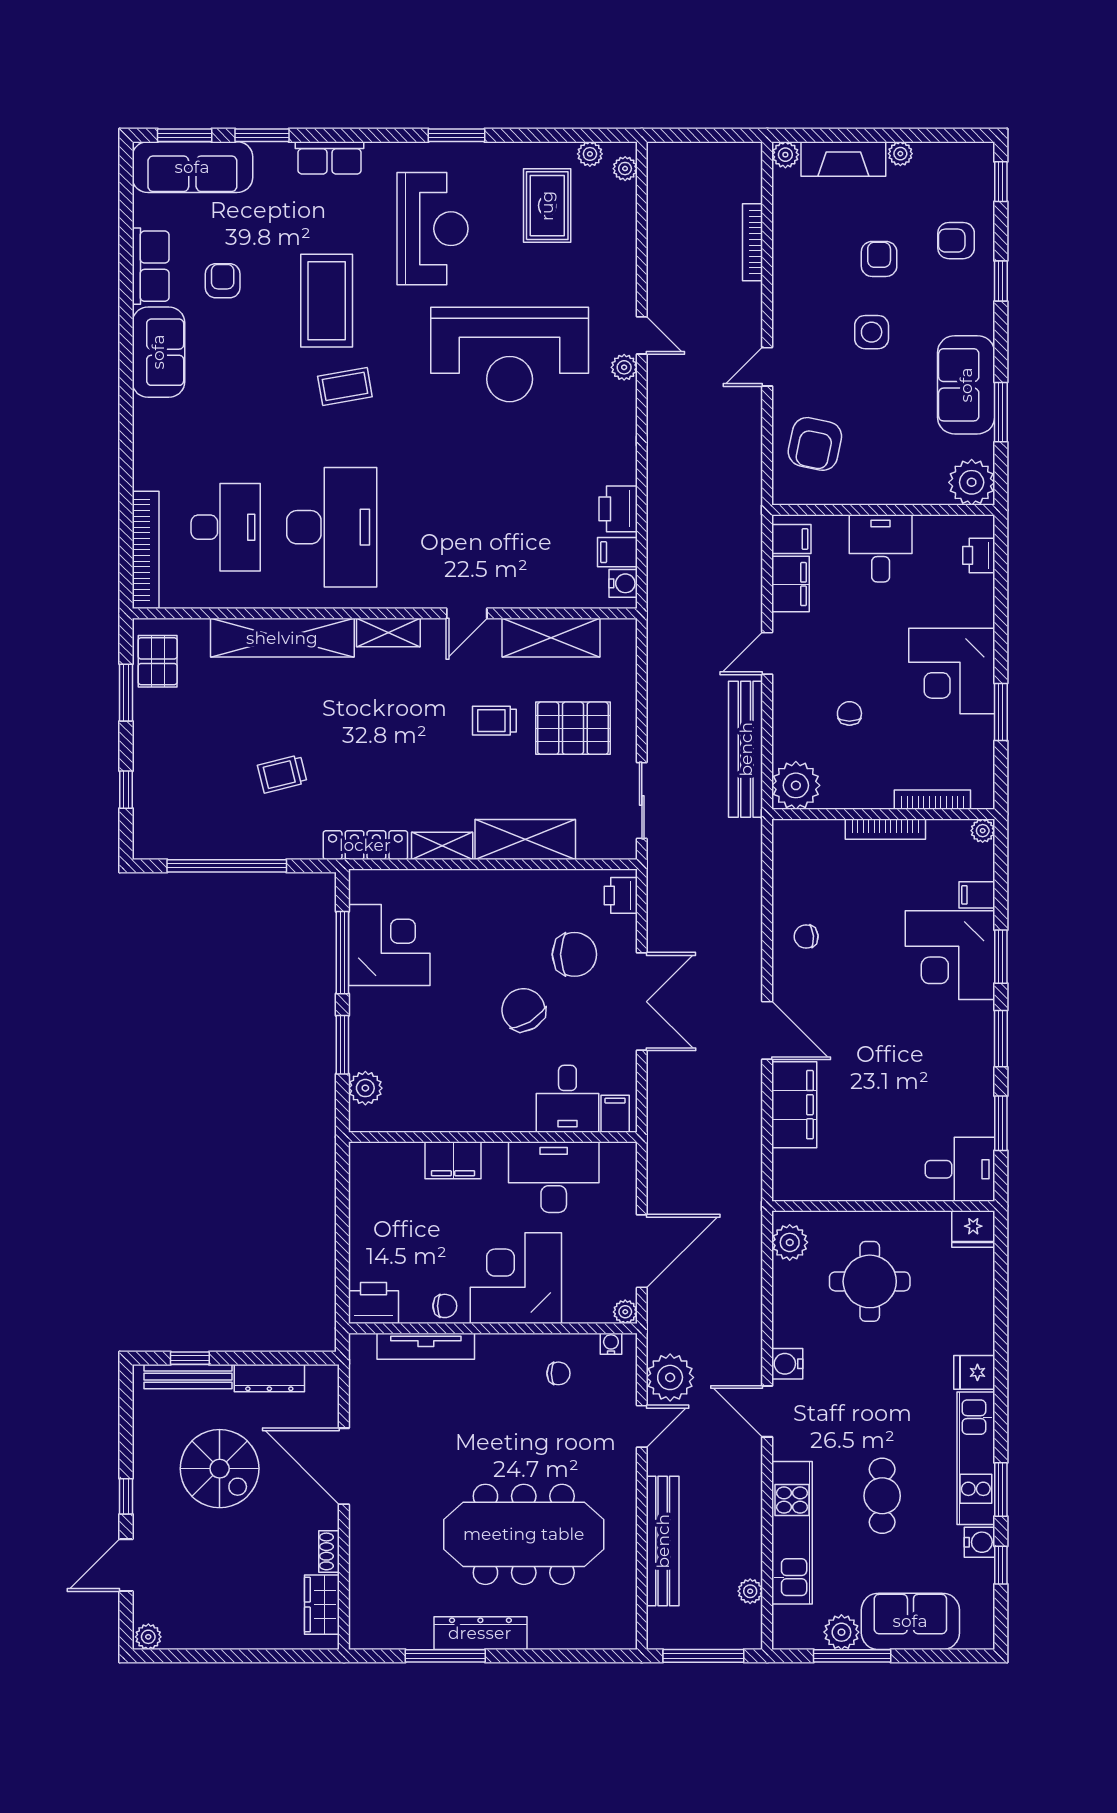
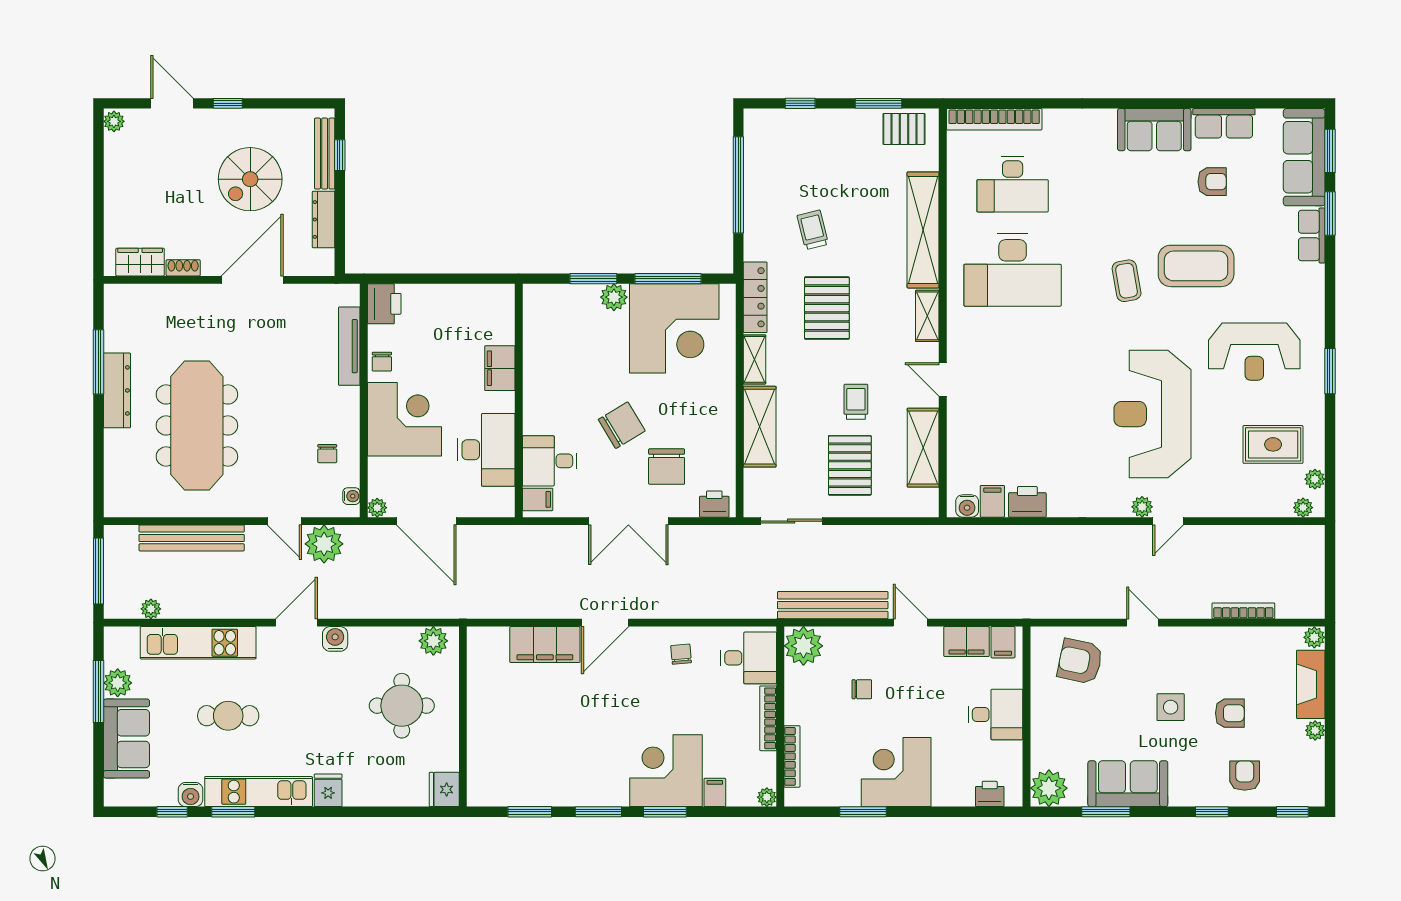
row of seats: (330, 158) -> (1312, 235), moved
pallet: (379, 756) -> (827, 308), added
corner desk: (389, 945) -> (674, 328), width x1.36, depth x1.36
plant: (365, 1088) -> (614, 297), moved
desk: (960, 1169) -> (748, 658), moved, turned -90

